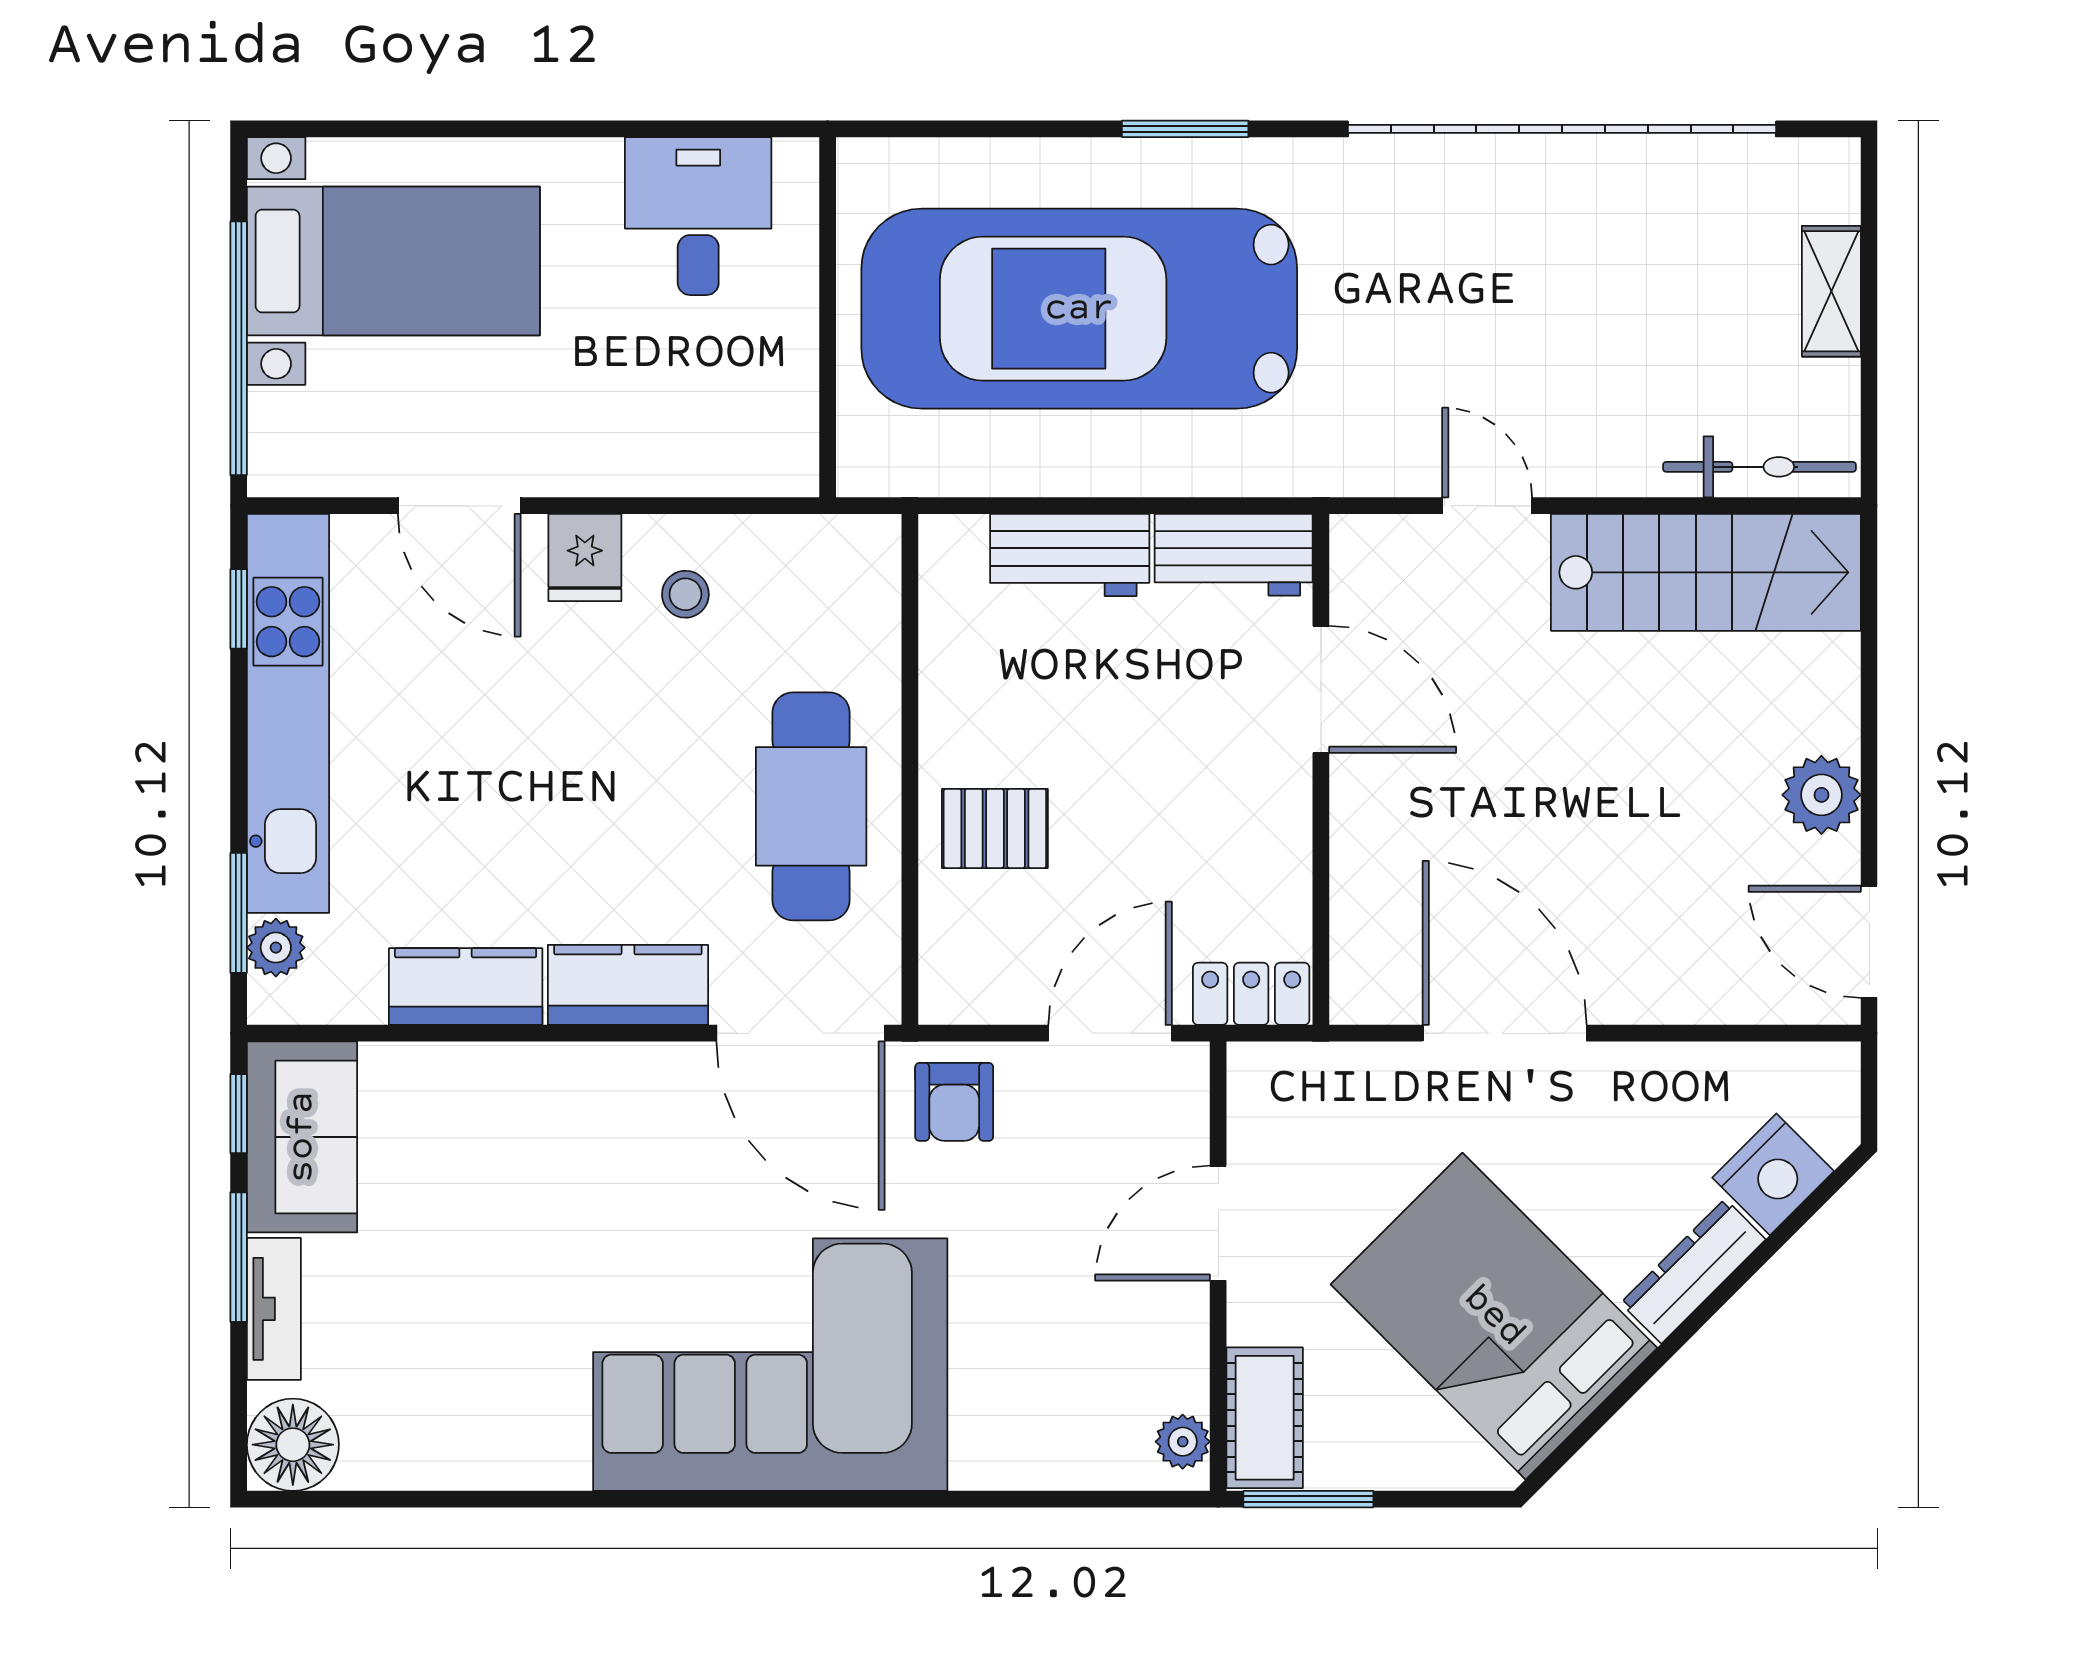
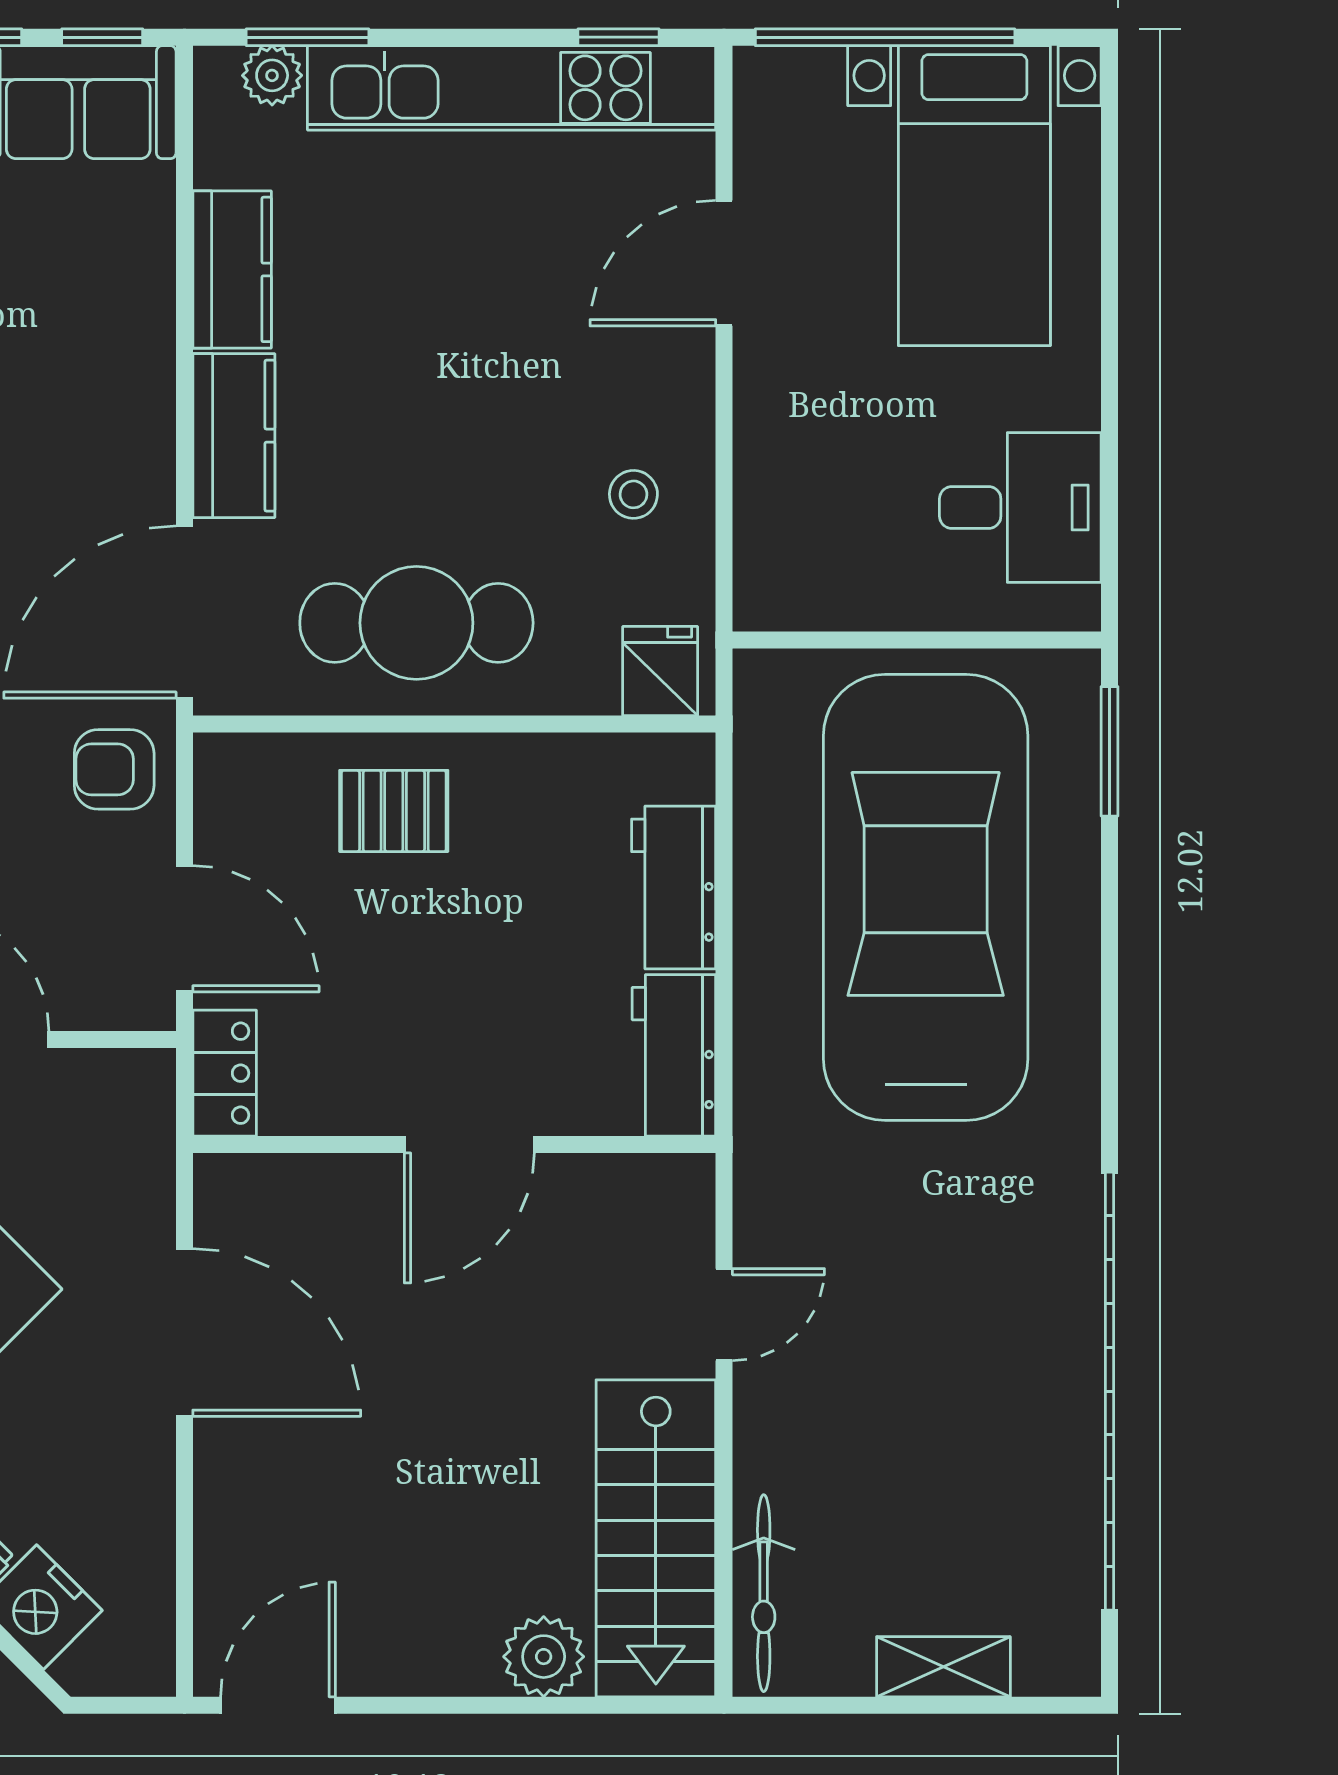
window: (1185, 129) -> (1110, 751), moved
fridge: (585, 557) -> (660, 671), moved, turned 90
door: (1321, 689) -> (469, 1145), moved
plant: (1821, 795) -> (544, 1657), moved
pallet: (995, 829) -> (394, 811), turned 90
door: (1505, 1033) -> (184, 1332), hinge flipped

